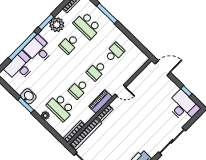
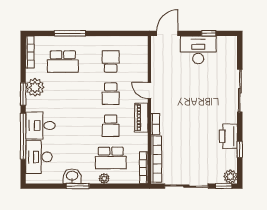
school desk: (69, 44) -> (63, 94), removed
door: (120, 91) -> (149, 90), swing flipped
desk: (183, 107) -> (198, 50), moved

